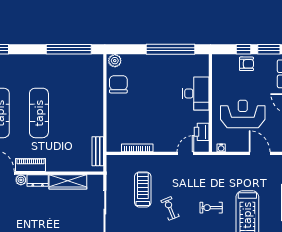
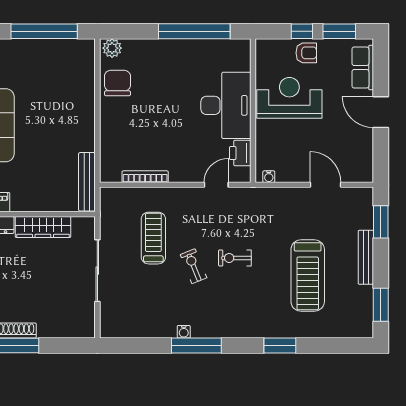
desk: (196, 93) -> (226, 105), width x1.36, depth x1.30
reception desk: (243, 114) -> (289, 98), moved
bench: (98, 151) -> (87, 182), width x1.36
exercise bike: (211, 208) -> (235, 258), moved

